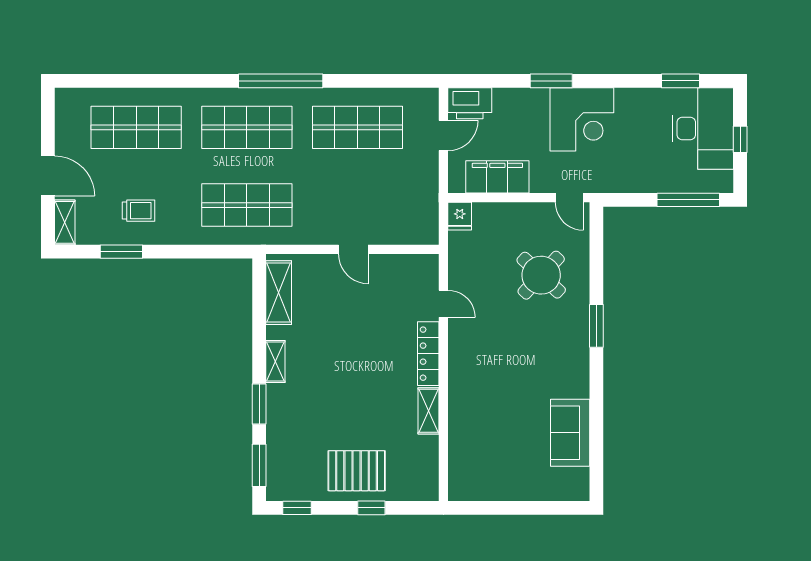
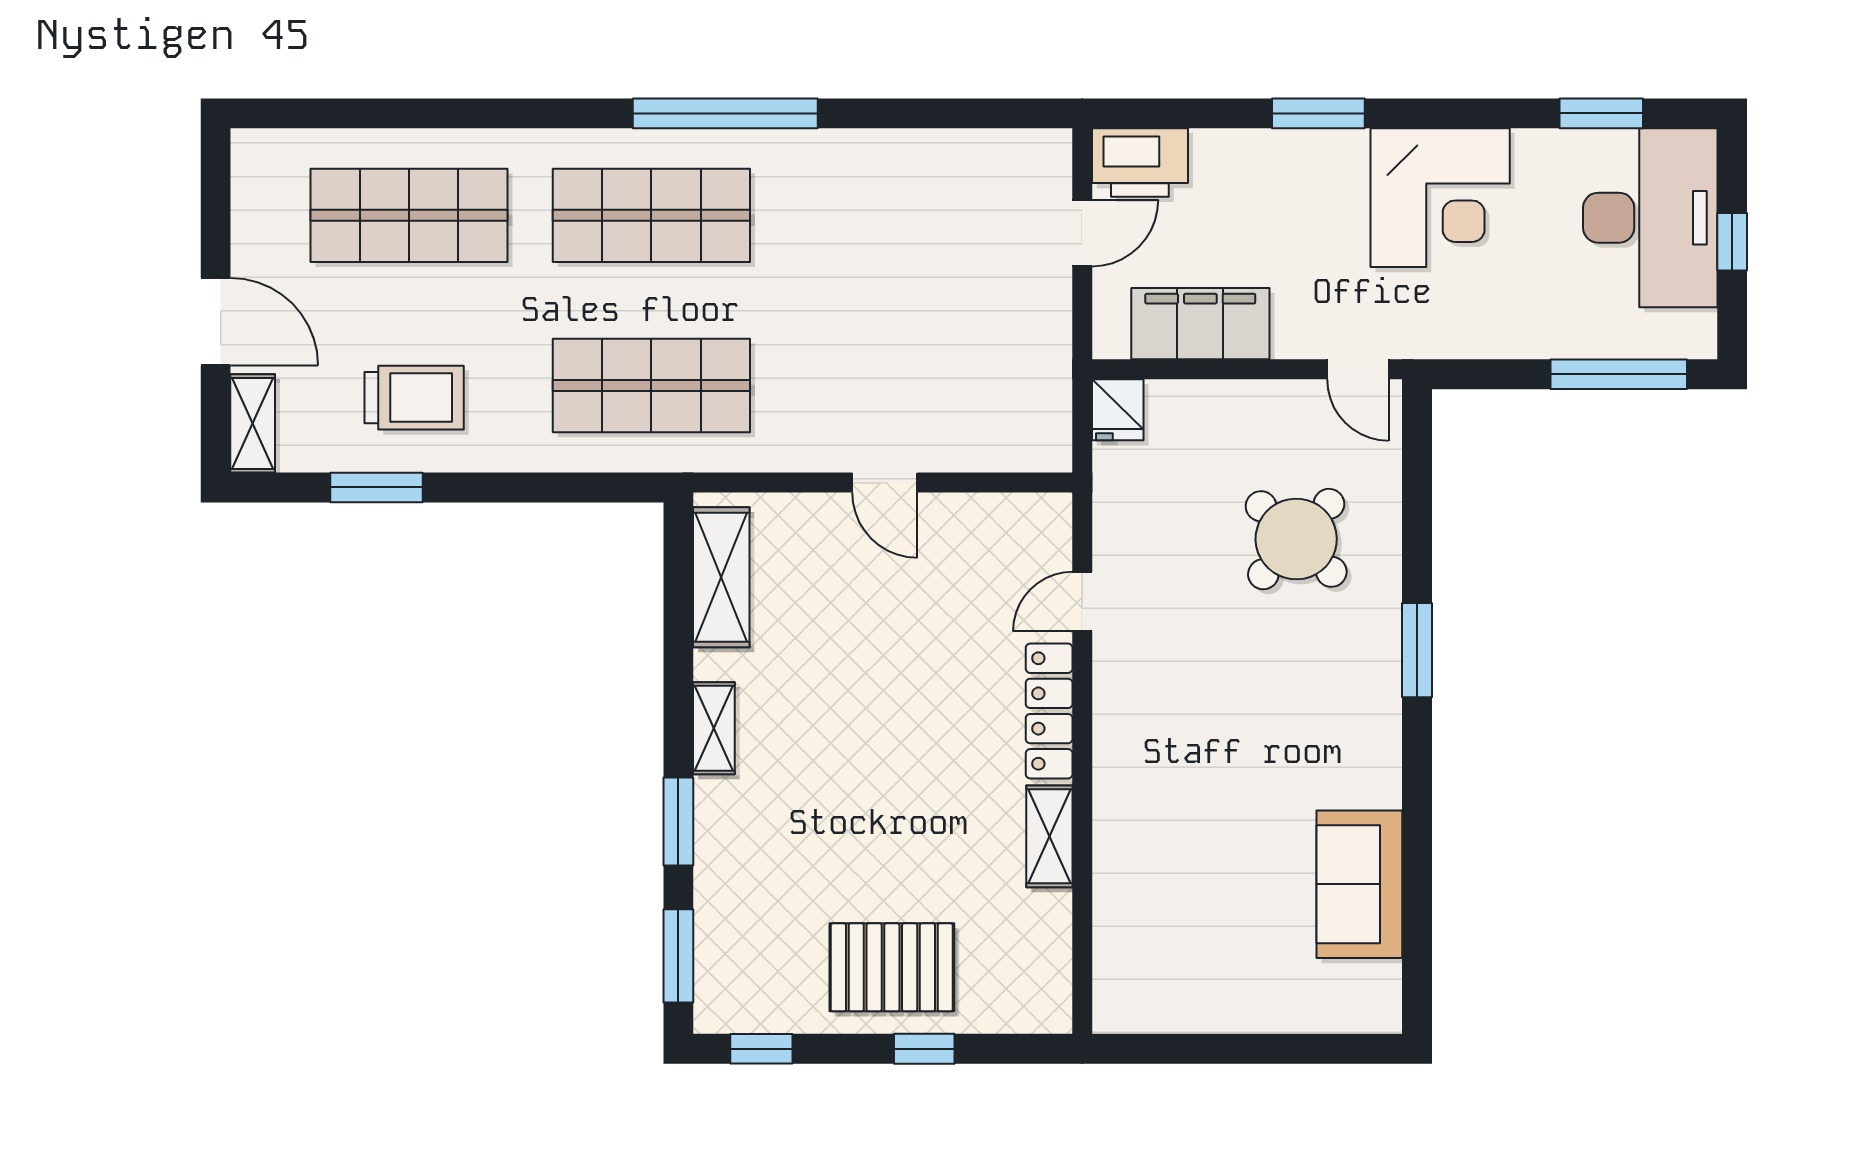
corner desk: (582, 119) -> (1440, 198), moved
shop shelf: (357, 127) -> (894, 215), removed
trolley: (139, 211) -> (414, 398), width x1.36, depth x1.39
door: (443, 304) -> (1082, 602), swing flipped

